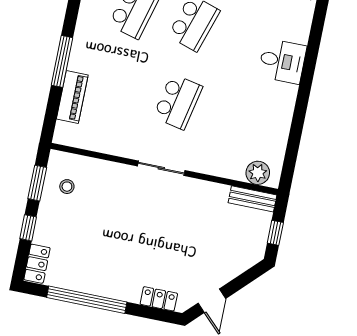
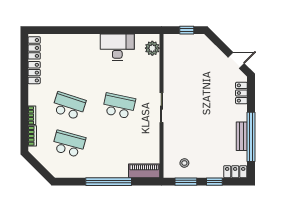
window: (62, 61) -> (109, 182), width x1.46
desk: (282, 61) -> (117, 47), moved, width x1.37
piano: (72, 97) -> (144, 171), moved
bench: (252, 199) -> (242, 136), moved

